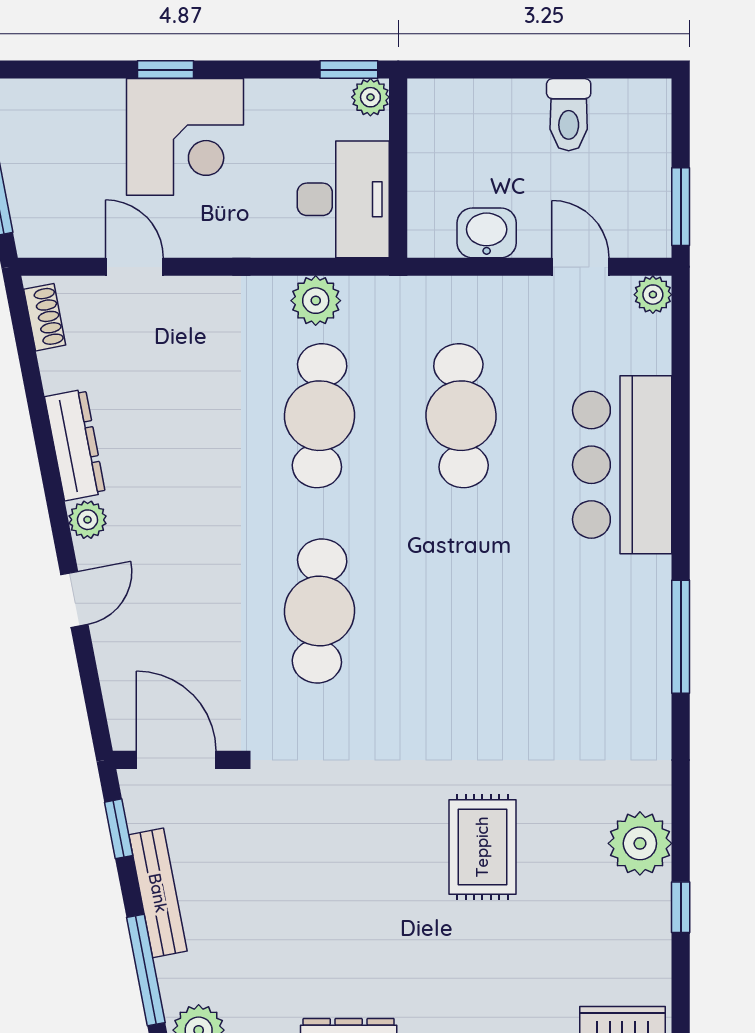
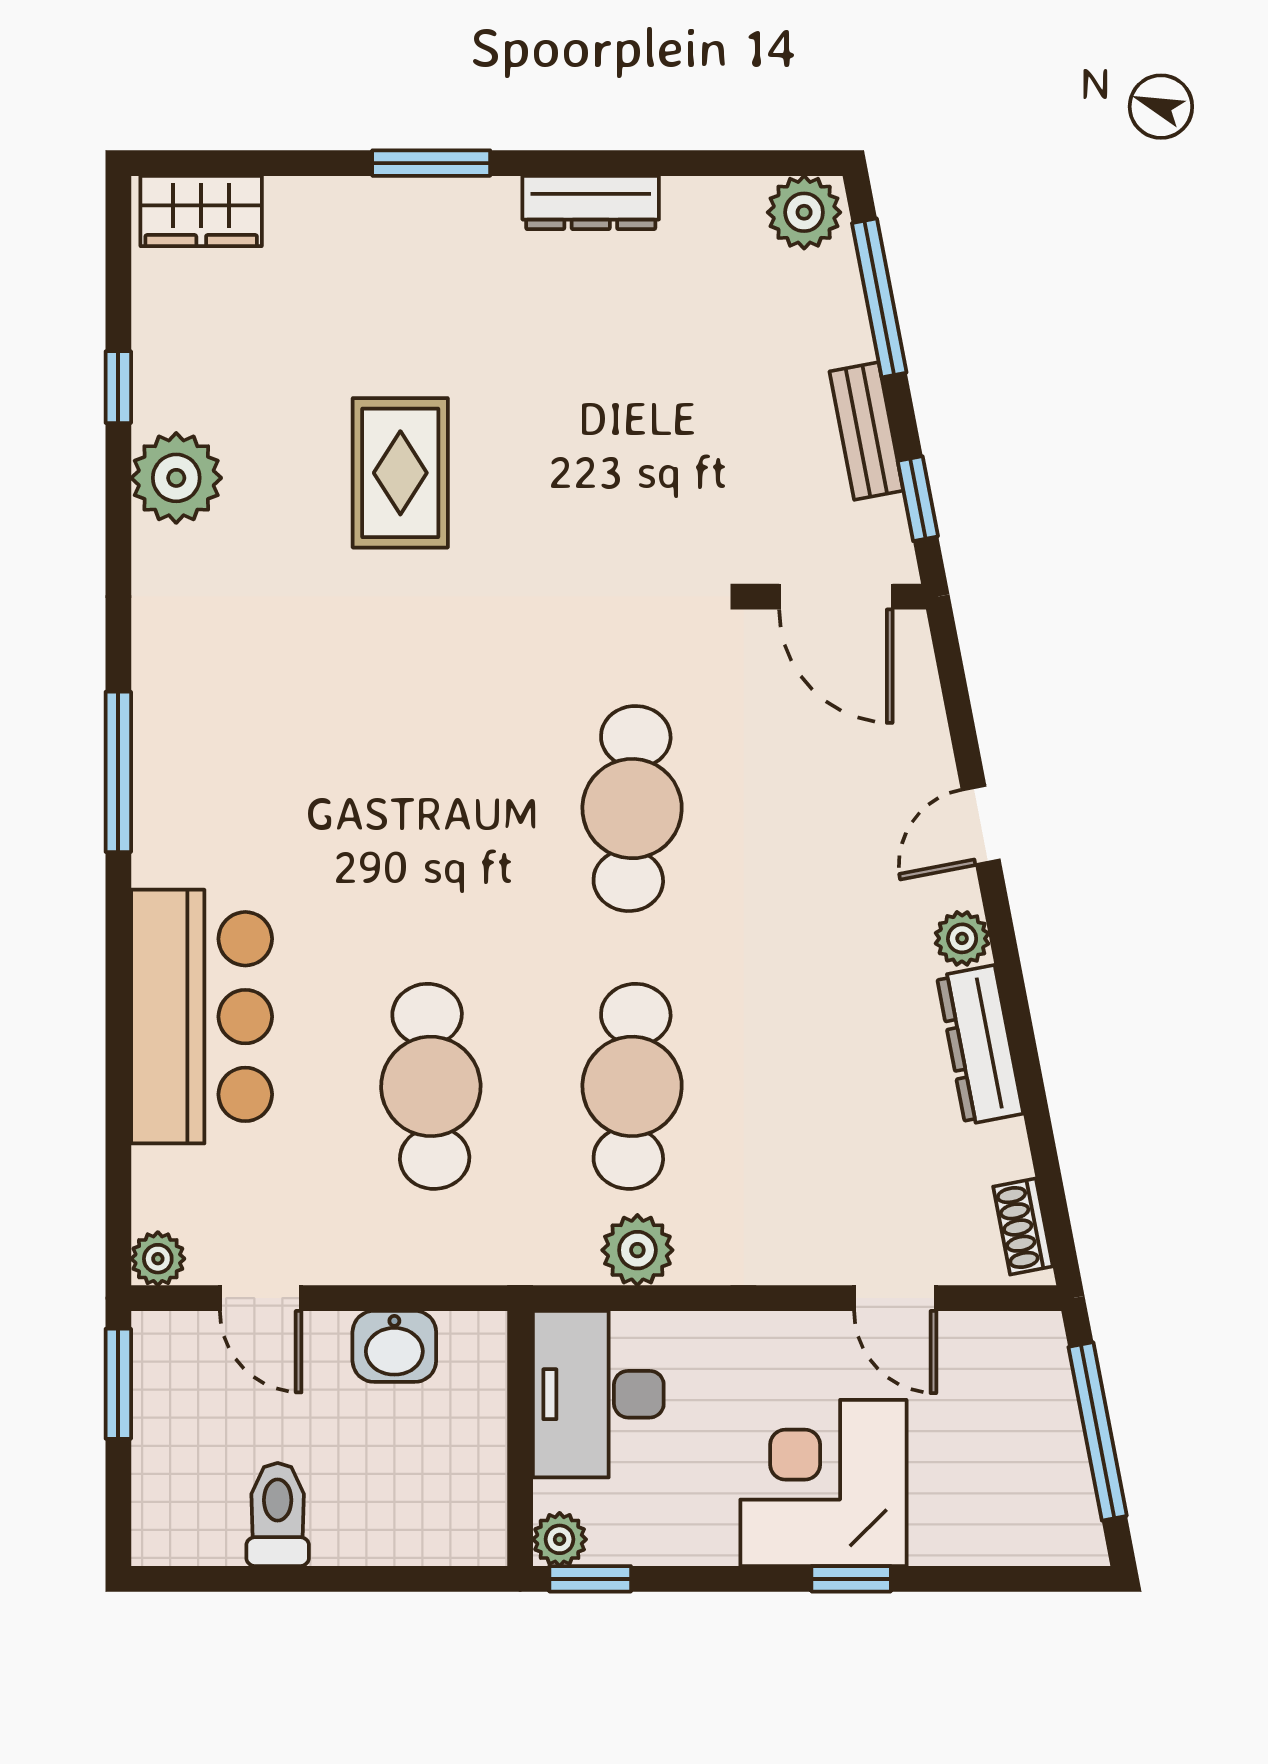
bench: (158, 893) -> (866, 431), width x0.73

